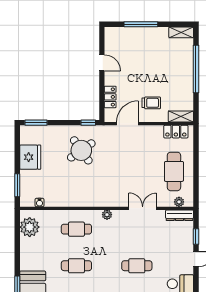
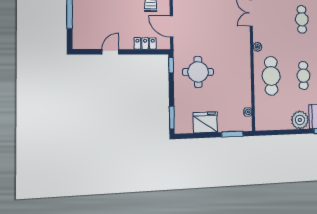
round table: (81, 150) -> (198, 72), turned 35
plant: (30, 227) -> (300, 120), moved
cafe table: (76, 229) -> (271, 76), width x1.37, depth x1.35

